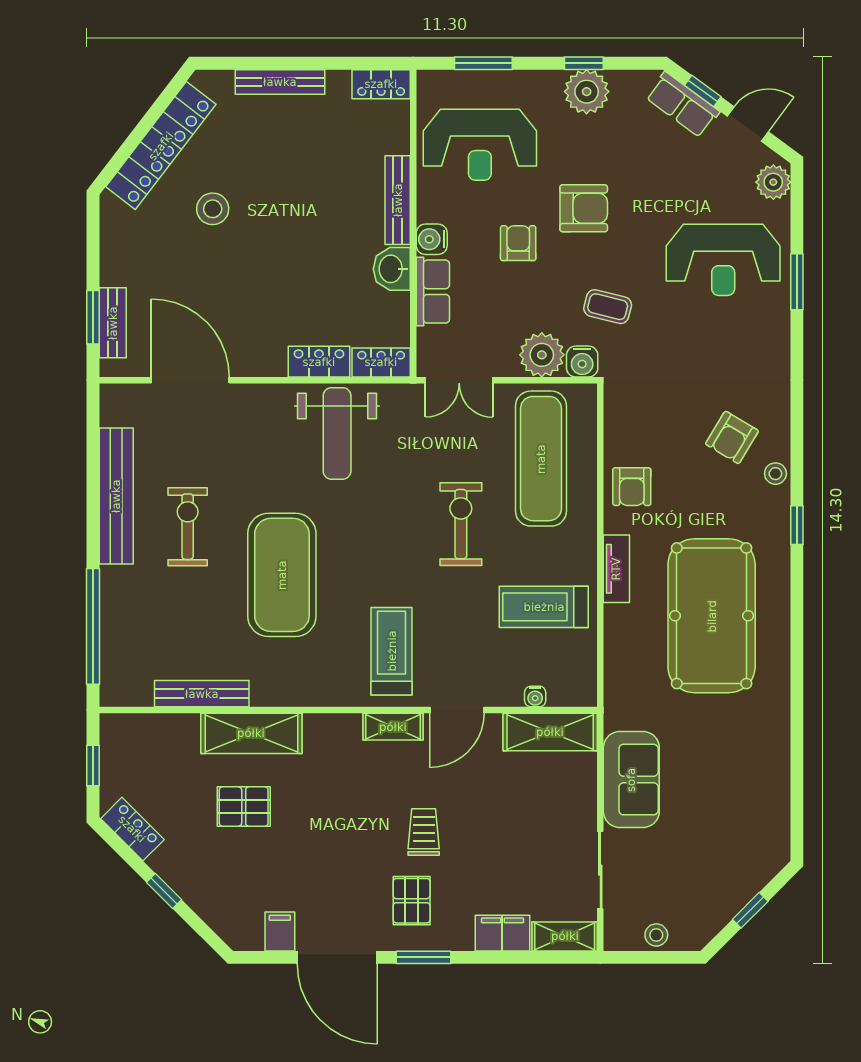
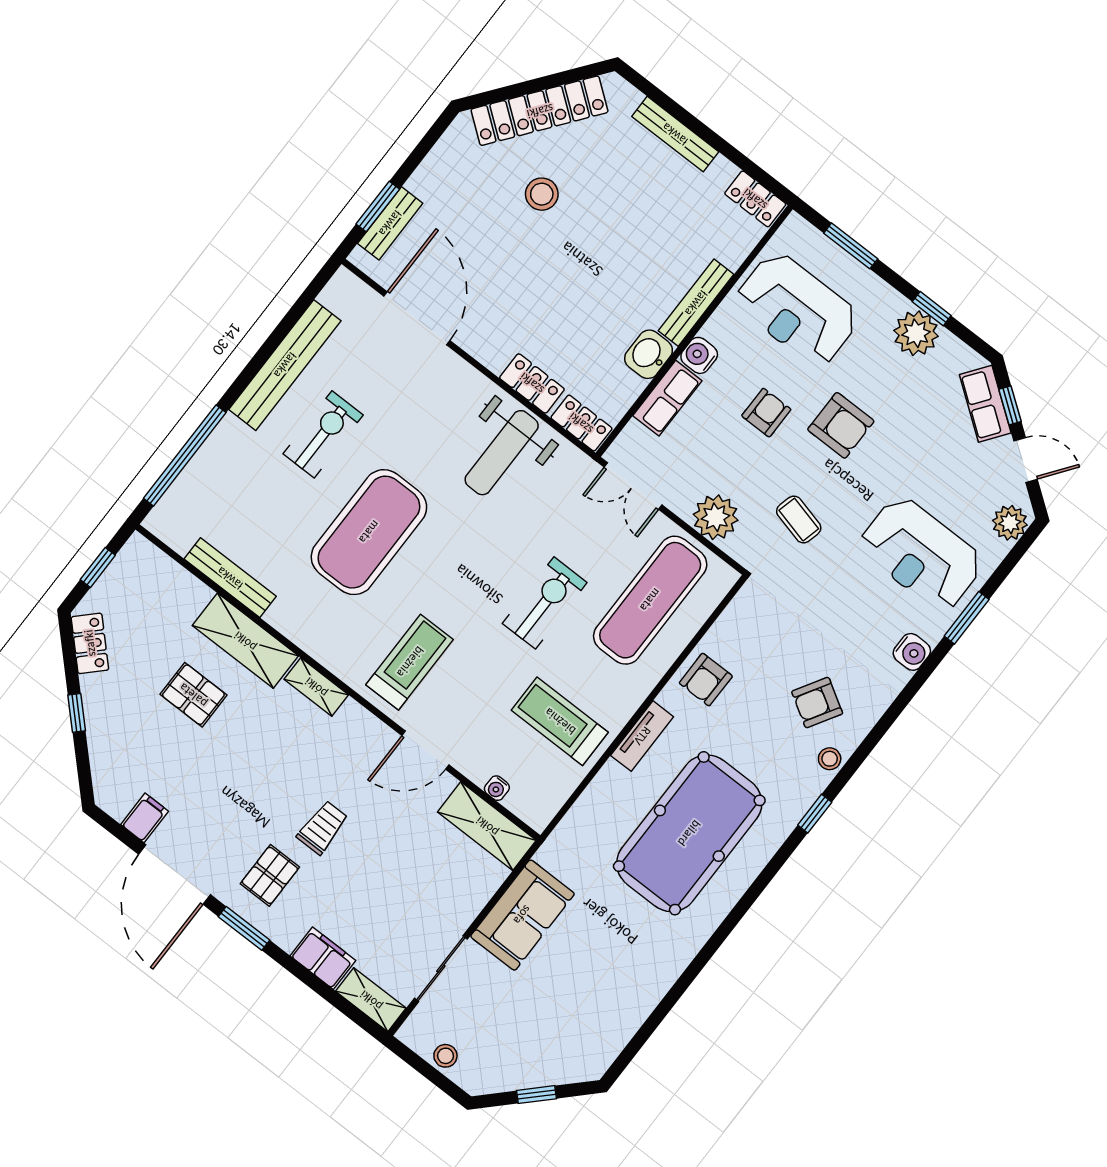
water cooler: (582, 362) -> (912, 652), moved, turned -90
shelving: (393, 727) -> (316, 687), moved

